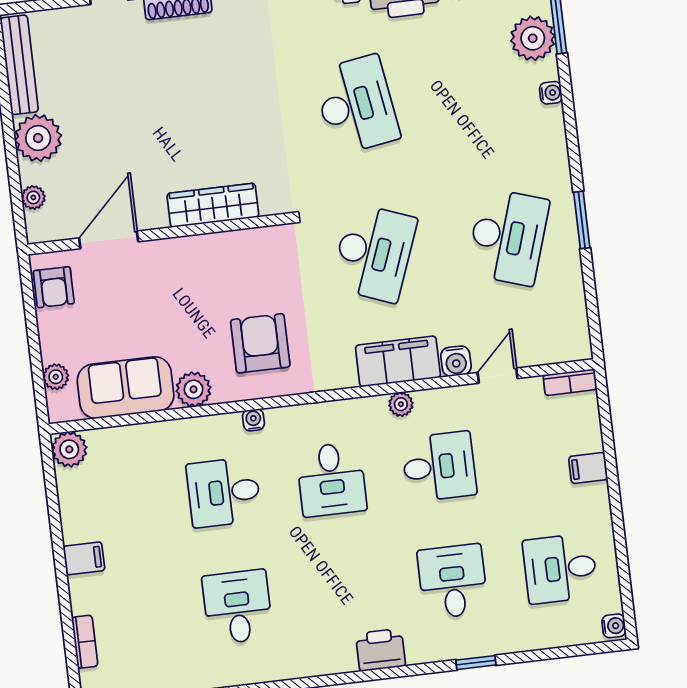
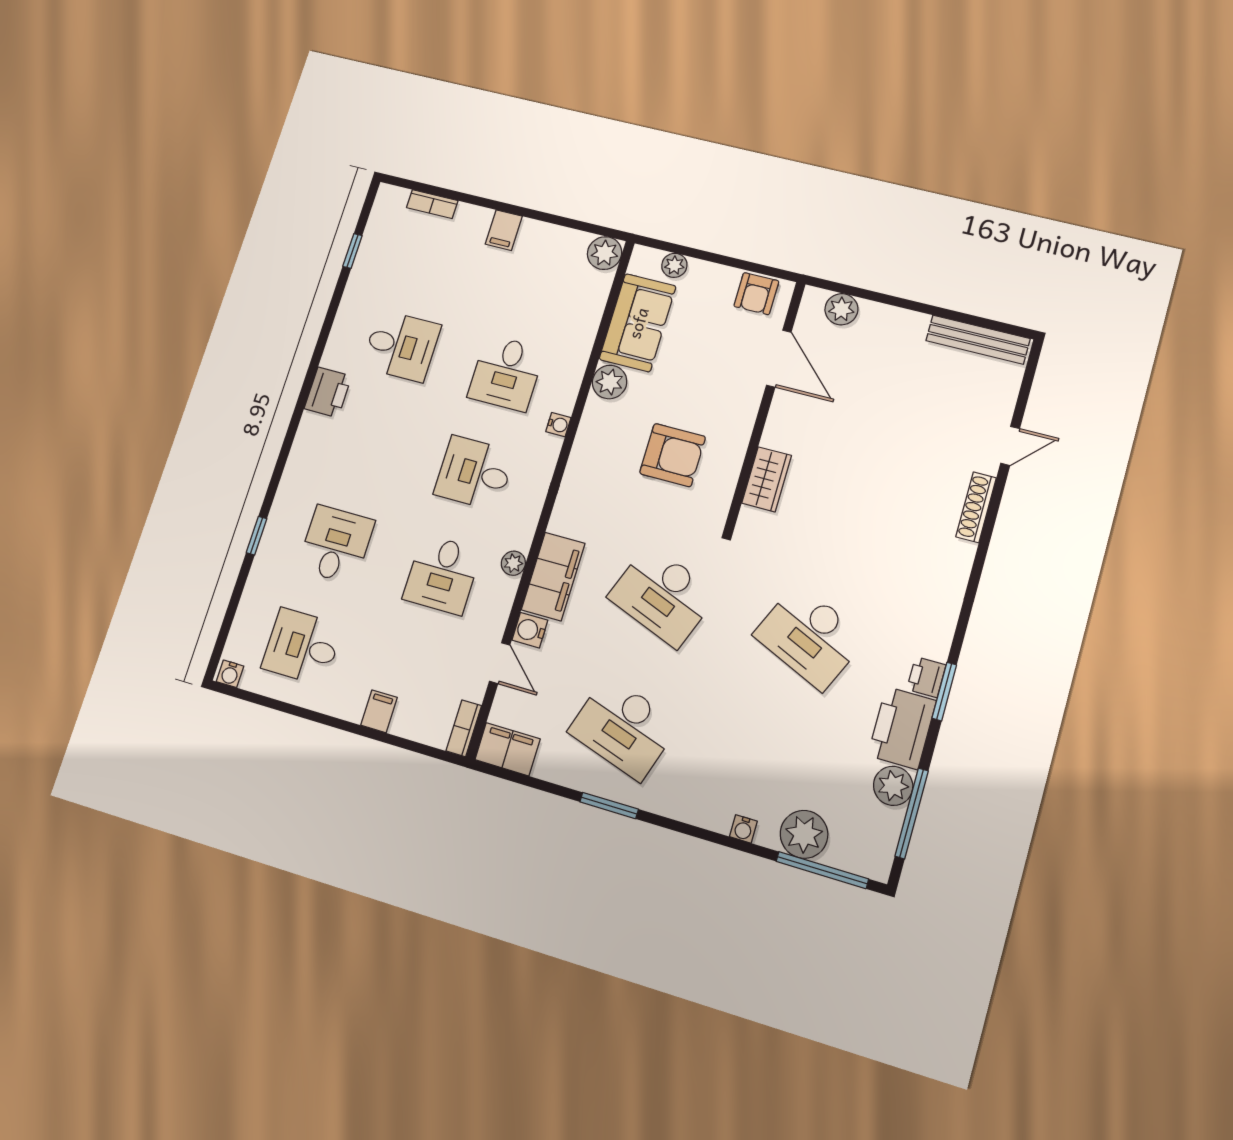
desk: (356, 105) -> (810, 637), turned 33
plant: (38, 138) -> (901, 331), removed
plant: (33, 197) -> (841, 309), width x1.38, depth x1.38
wardrobe: (213, 205) -> (767, 479), width x0.67
armchair: (54, 287) -> (756, 294), turned -90
filing cabinet: (572, 334) -> (507, 749), added
armchair: (260, 343) -> (673, 455), moved
desk: (224, 492) -> (506, 373), turned 180
desk: (560, 569) -> (302, 647), turned -90
desk: (453, 581) -> (336, 545), turned -90
printer: (381, 650) -> (328, 392), moved

